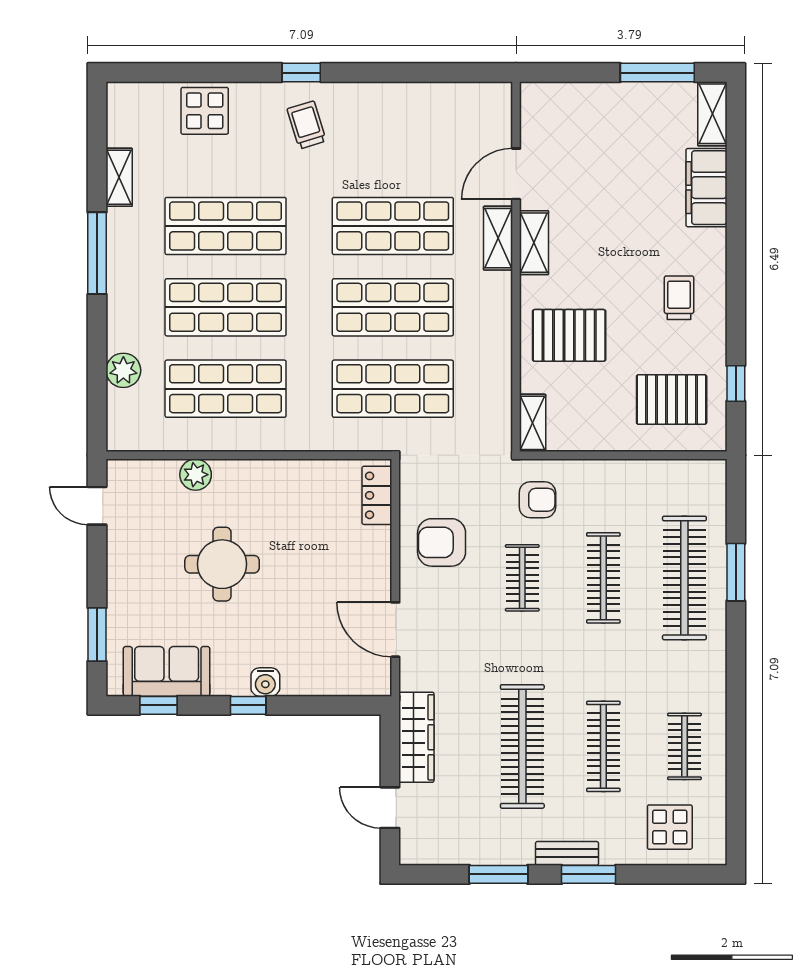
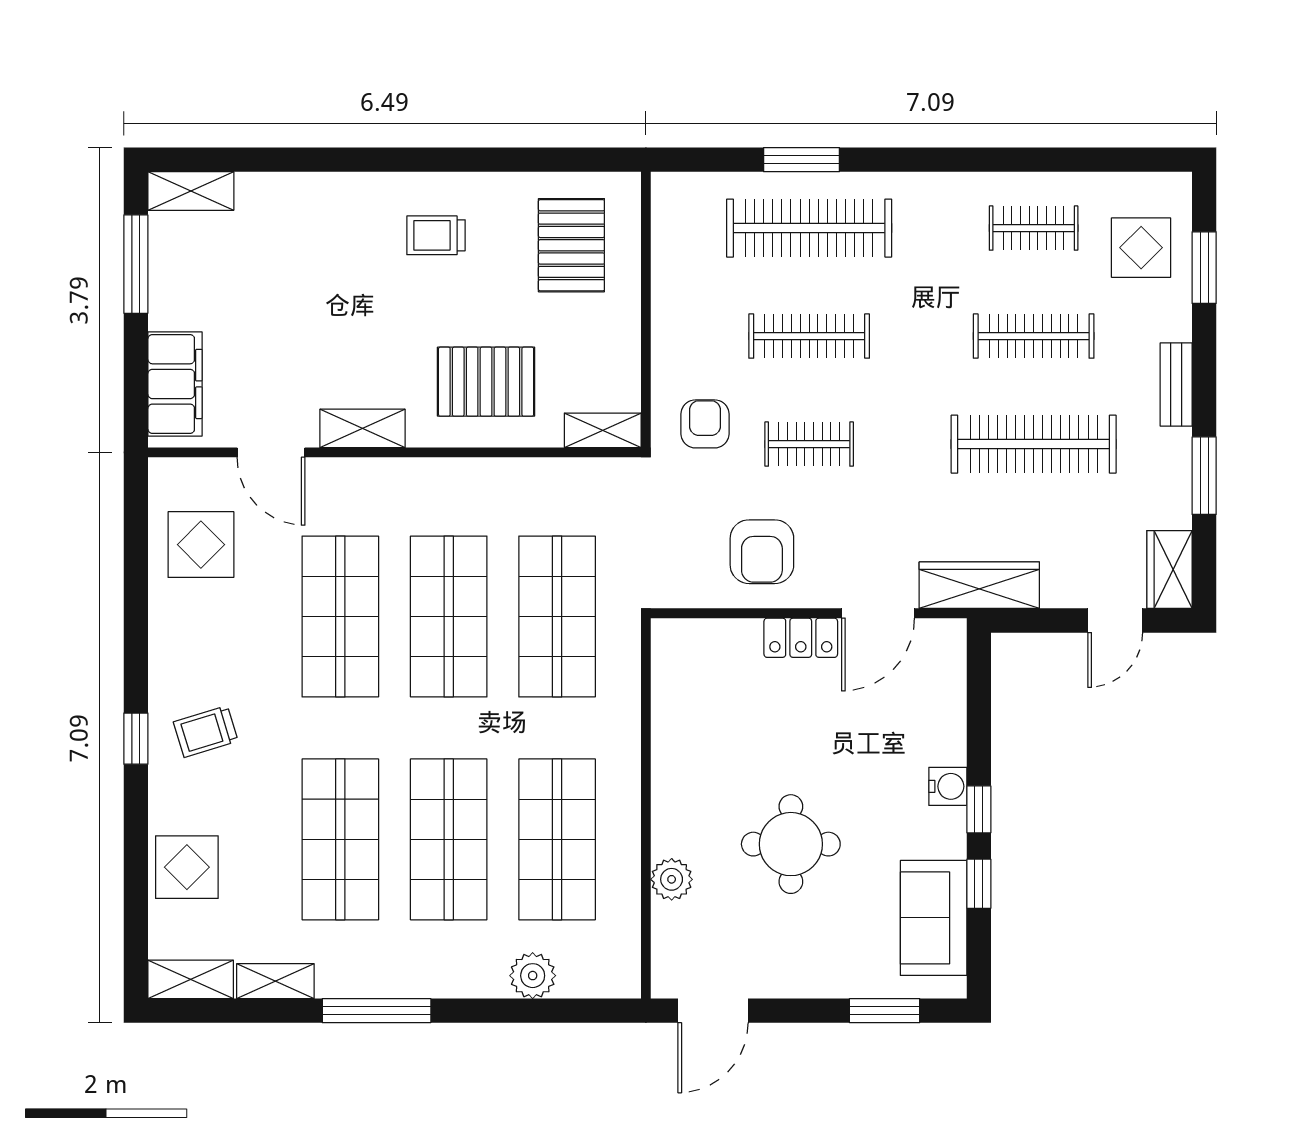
display table: (447, 121) -> (201, 545), added
filing cabinet: (706, 188) -> (175, 384), moved, turned -90
shelving: (498, 238) -> (191, 979), moved
pallet: (569, 335) -> (486, 382), turned 90
window: (736, 383) -> (550, 160), removed
locker: (377, 495) -> (801, 638), moved
door: (97, 506) -> (713, 1011), width x1.38
window: (159, 705) -> (979, 884), moved
wardrobe: (416, 737) -> (979, 585), moved
wardrobe: (428, 848) -> (1169, 570), added
window: (589, 874) -> (1204, 268), moved

